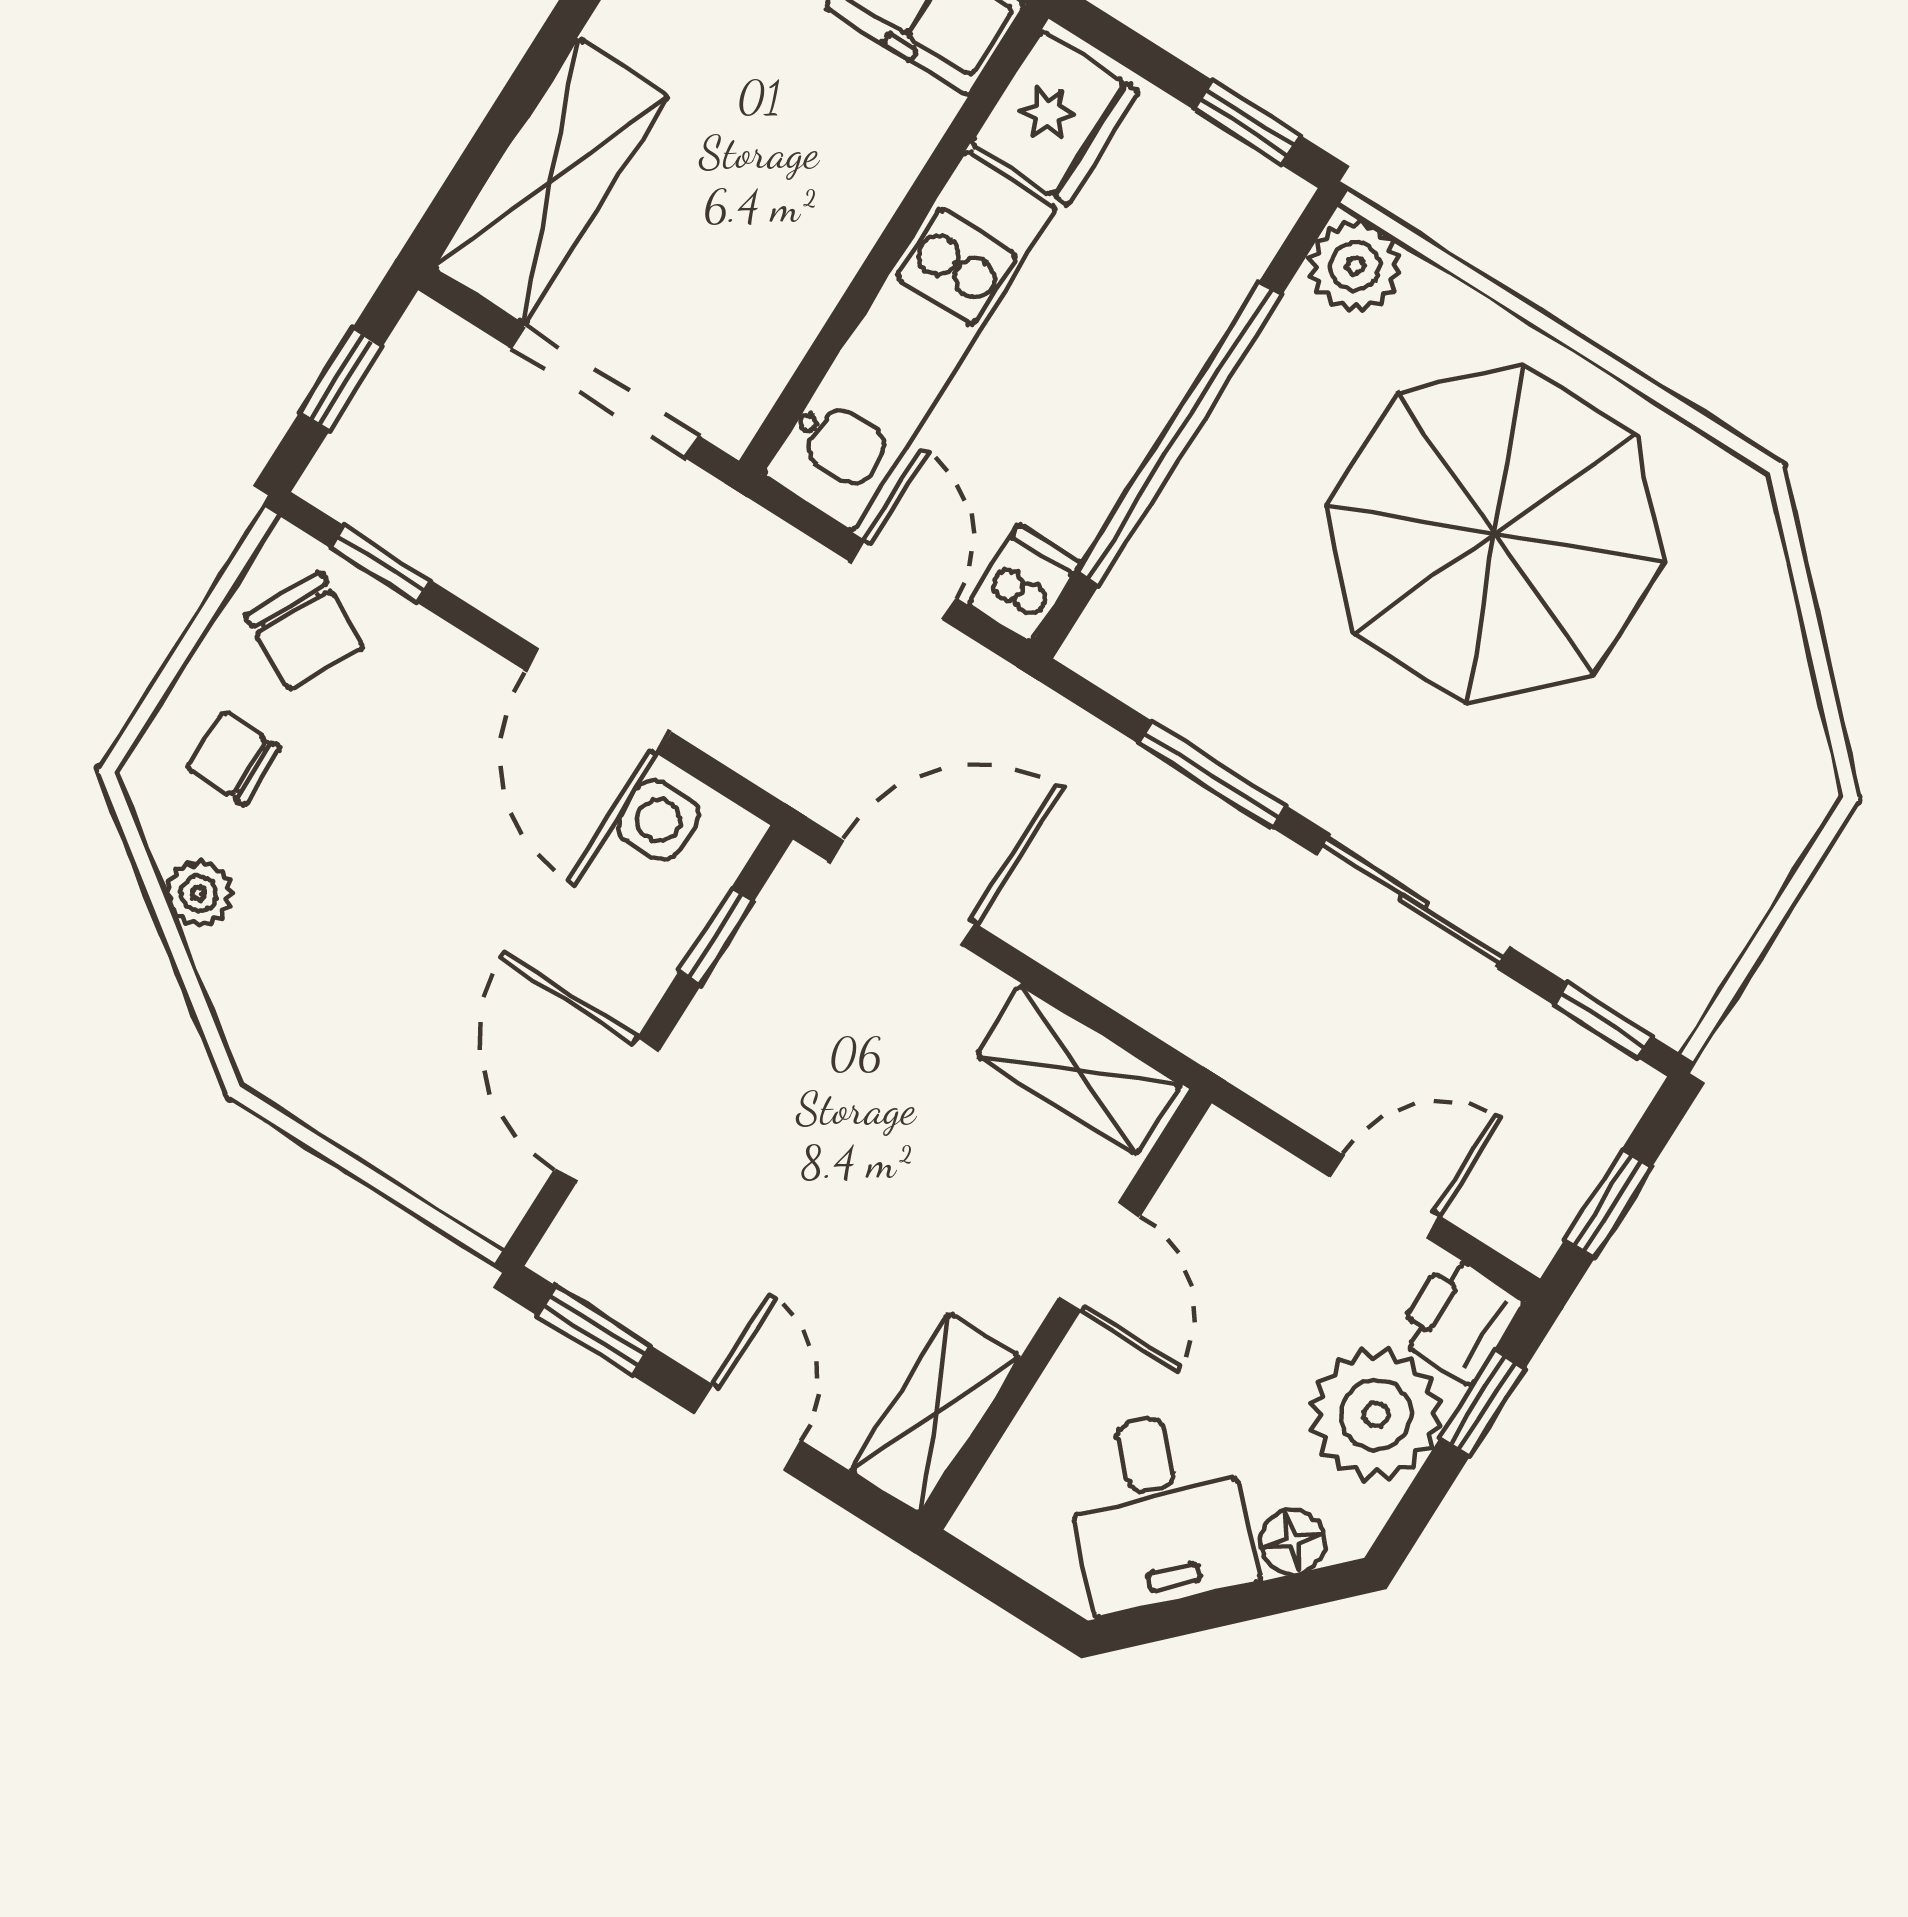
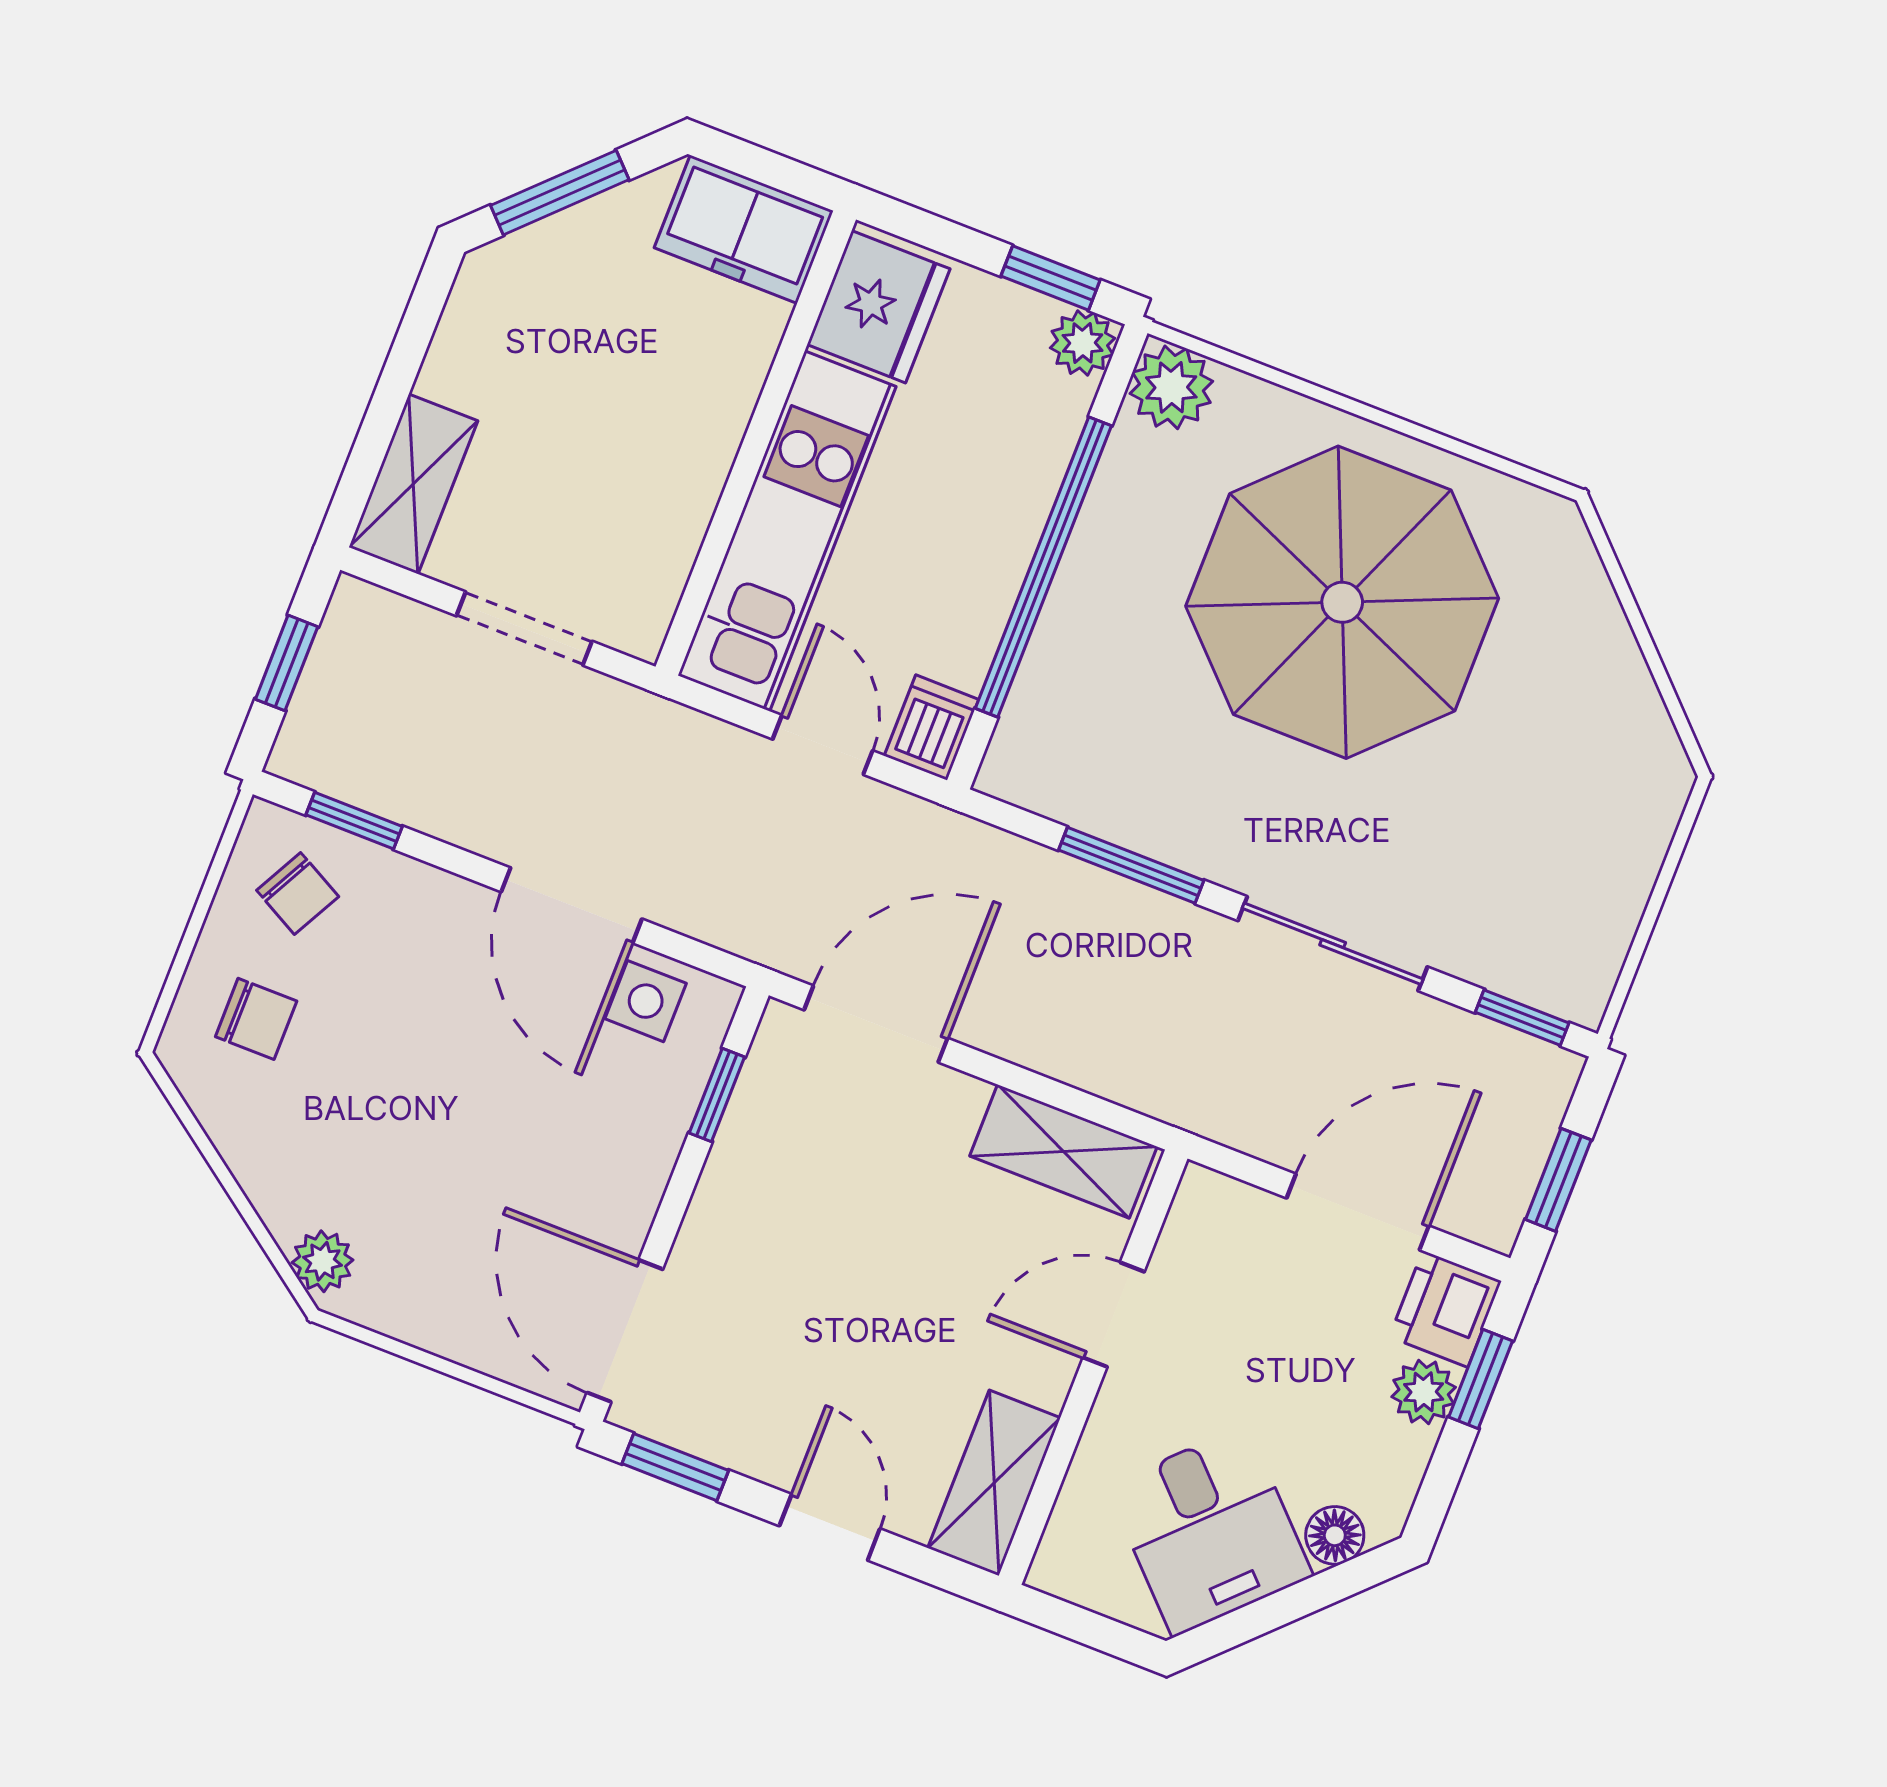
shelving: (551, 181) -> (413, 484), width x0.67, depth x0.75
plant: (1268, 199) -> (1083, 343), added
doorway: (605, 392) -> (524, 629), width x0.73
chair: (305, 631) -> (298, 893), width x0.73, depth x0.73
chair: (234, 758) -> (256, 1019), turned 180
plant: (199, 893) -> (323, 1261), moved
door: (607, 1110) -> (625, 1331), moved
door: (1385, 1196) -> (1358, 1212), width x1.38
door: (1099, 1257) -> (1114, 1315), swing flipped
plant: (1376, 1415) -> (1424, 1392), width x0.53, depth x0.53

